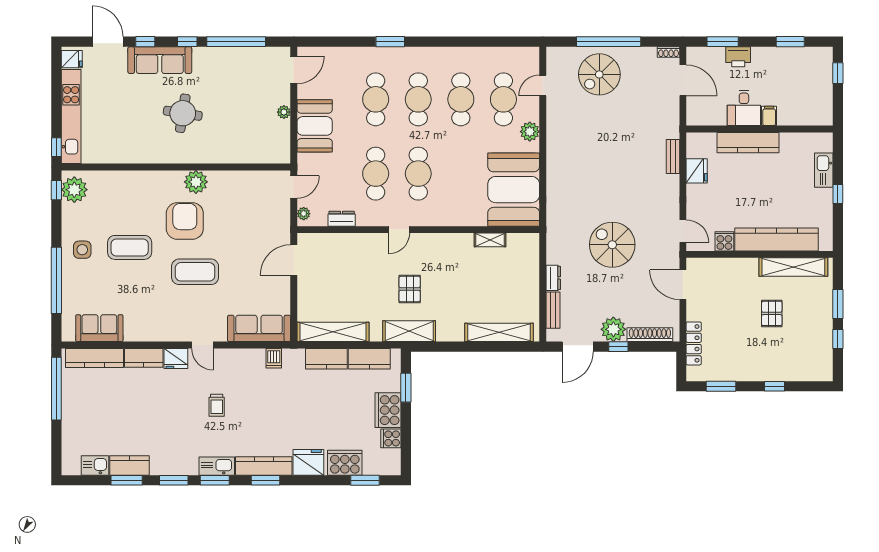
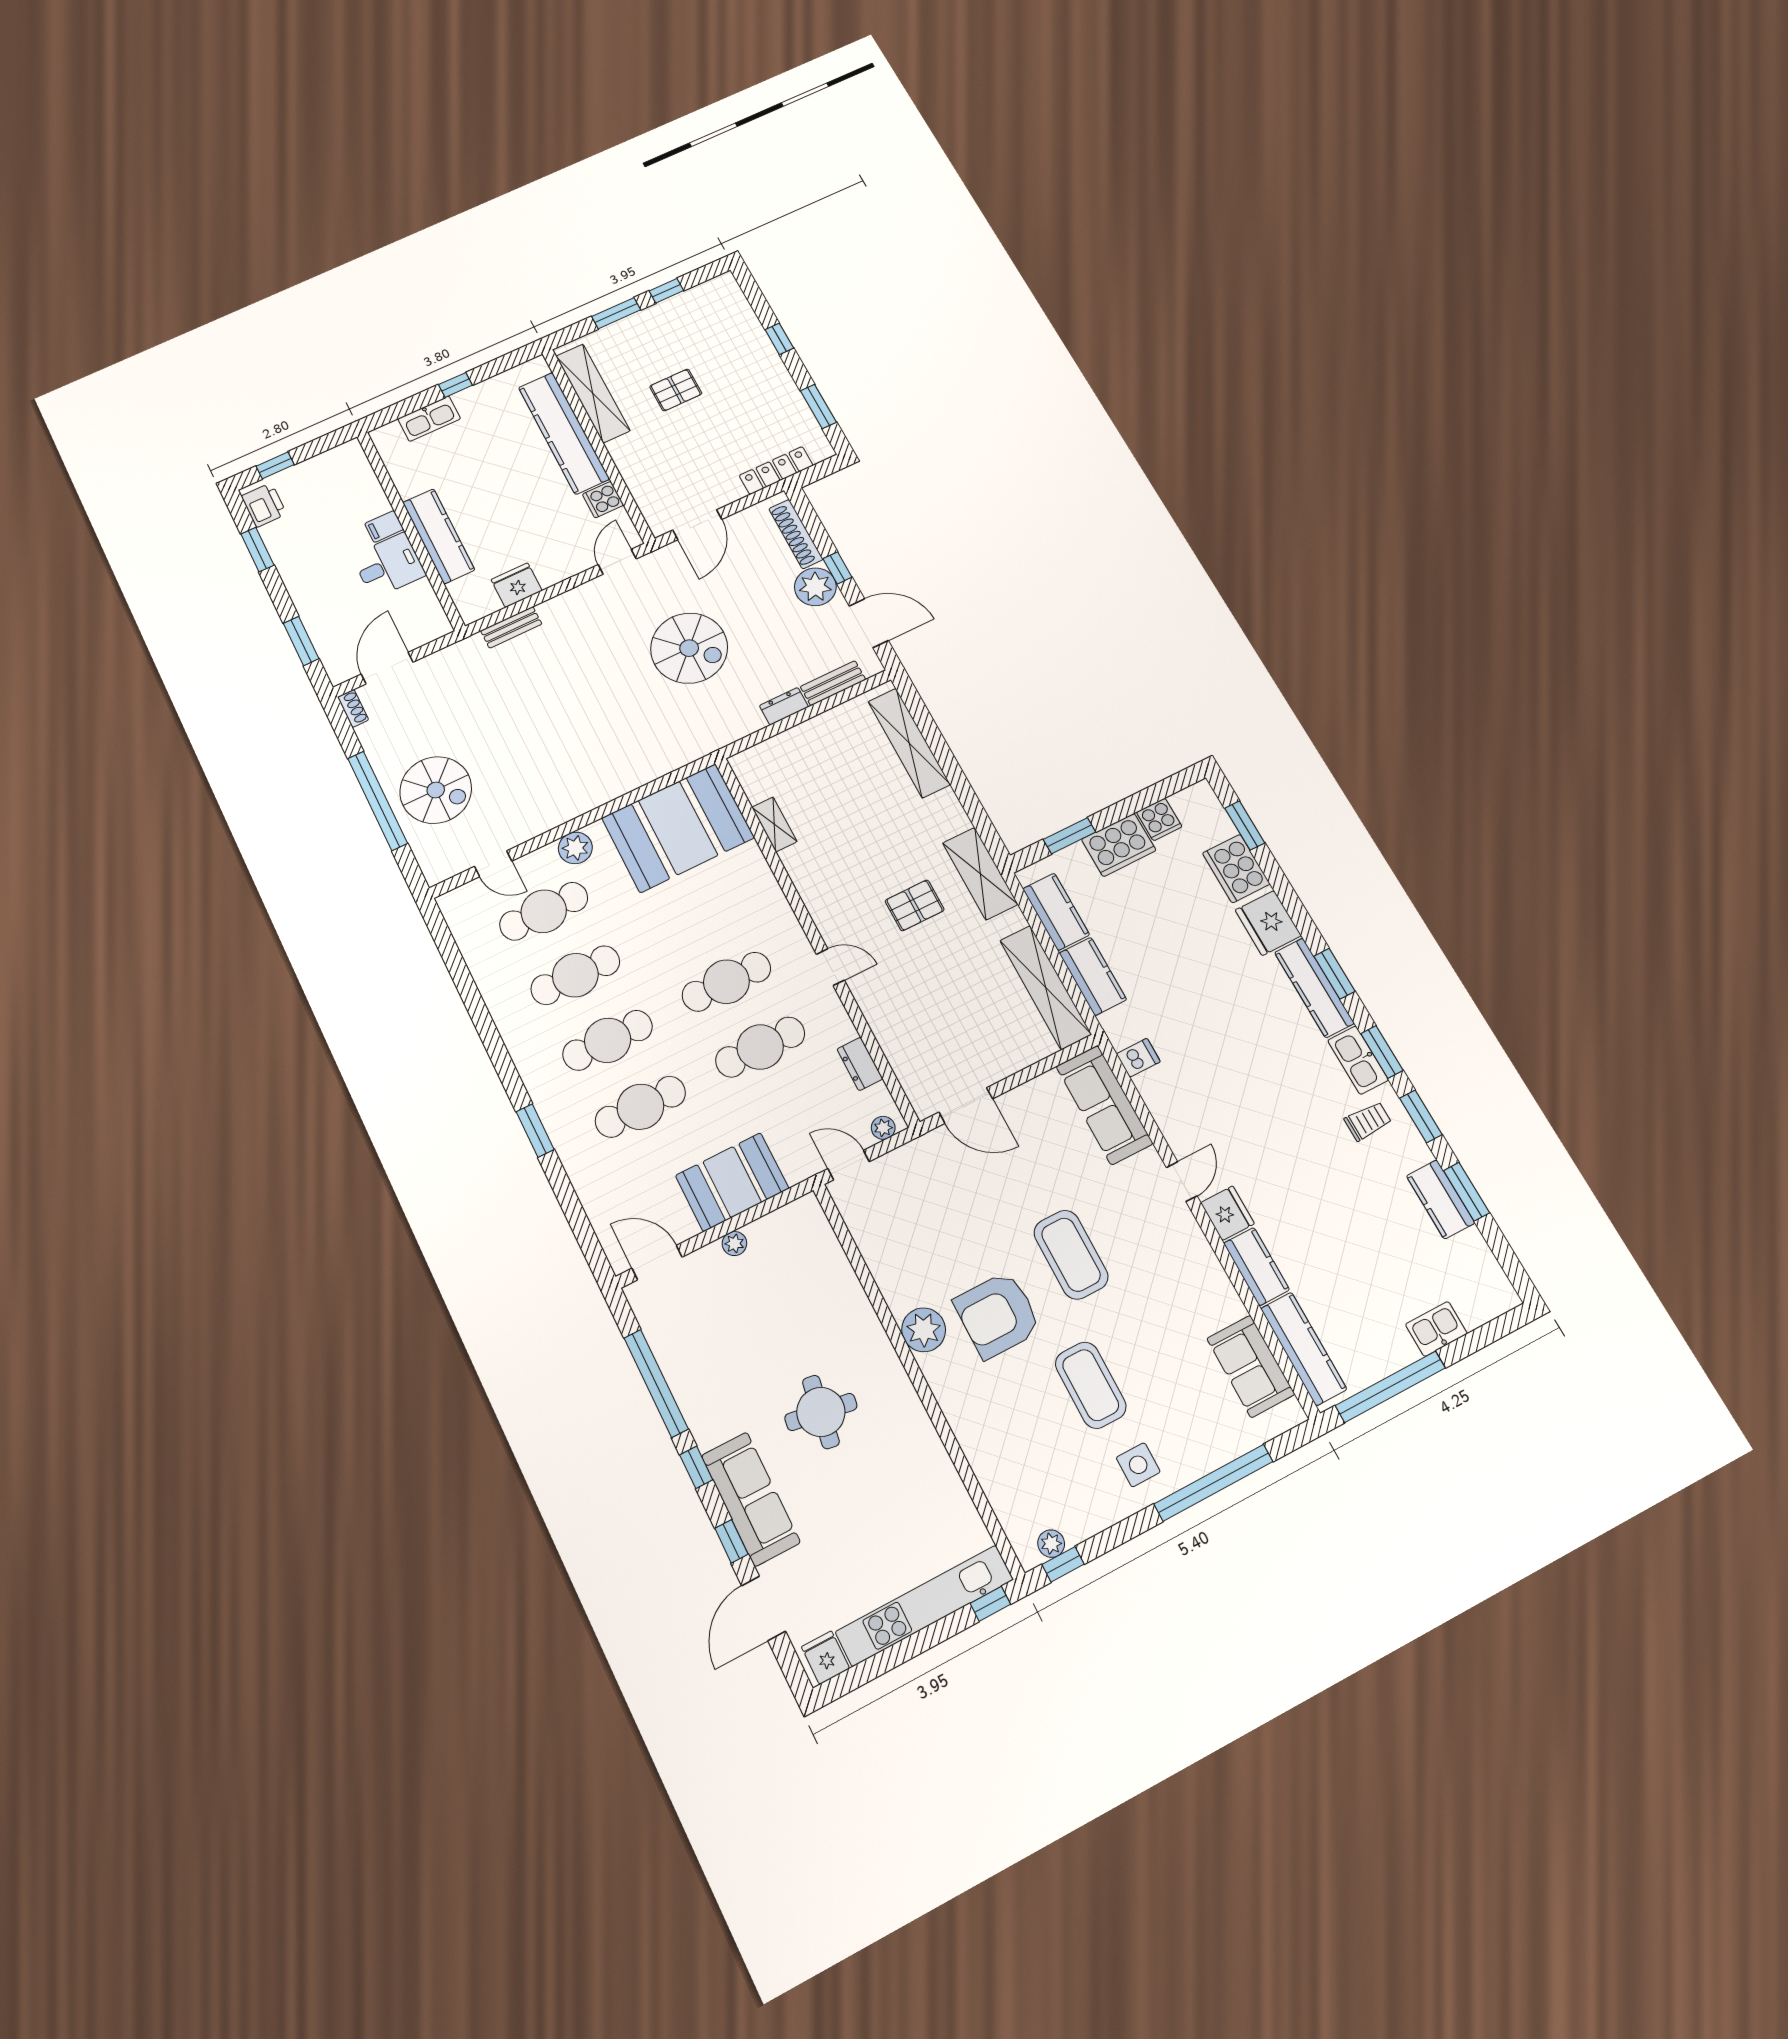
printer: (738, 57) -> (264, 505), moved
plant: (74, 190) -> (1051, 1544), width x0.53, depth x0.53
spiral stairs: (612, 245) -> (689, 648), turned -90
trolley: (217, 405) -> (1368, 1121), moved
kitchen sink: (95, 465) -> (1436, 1329), moved, turned 90

